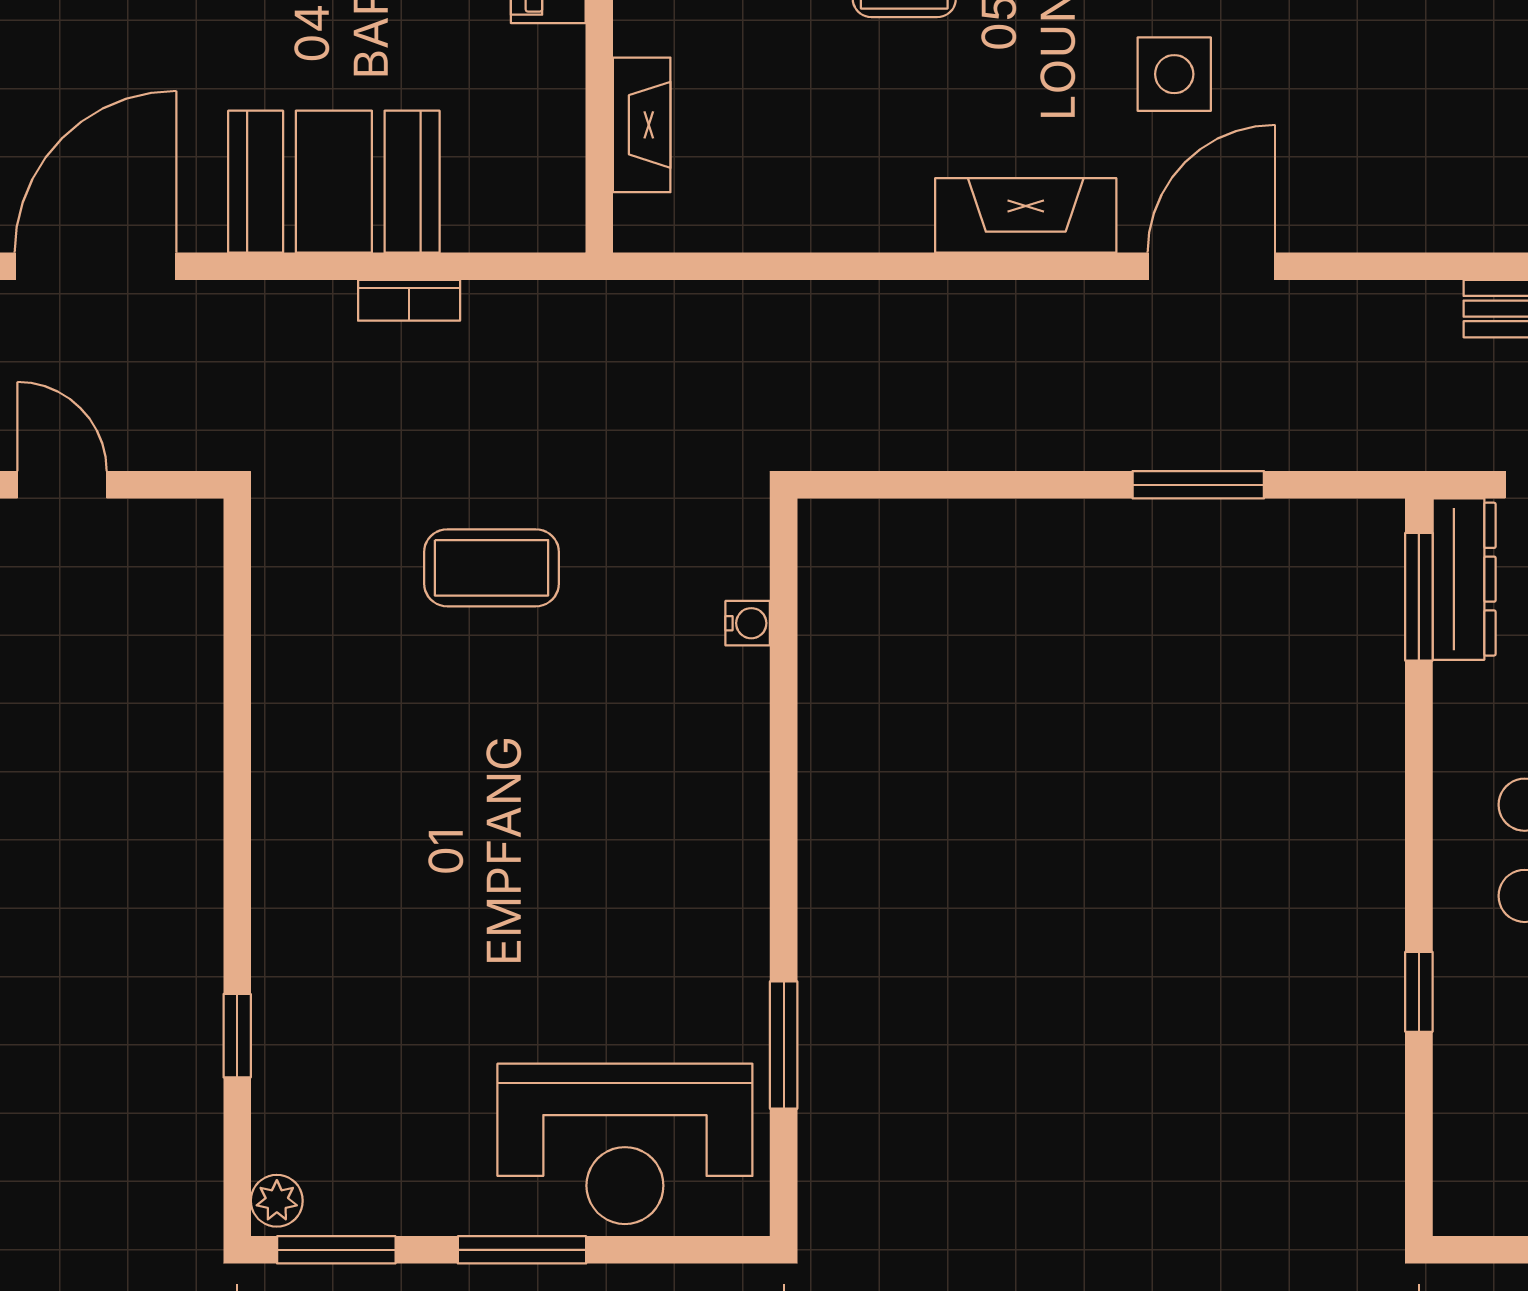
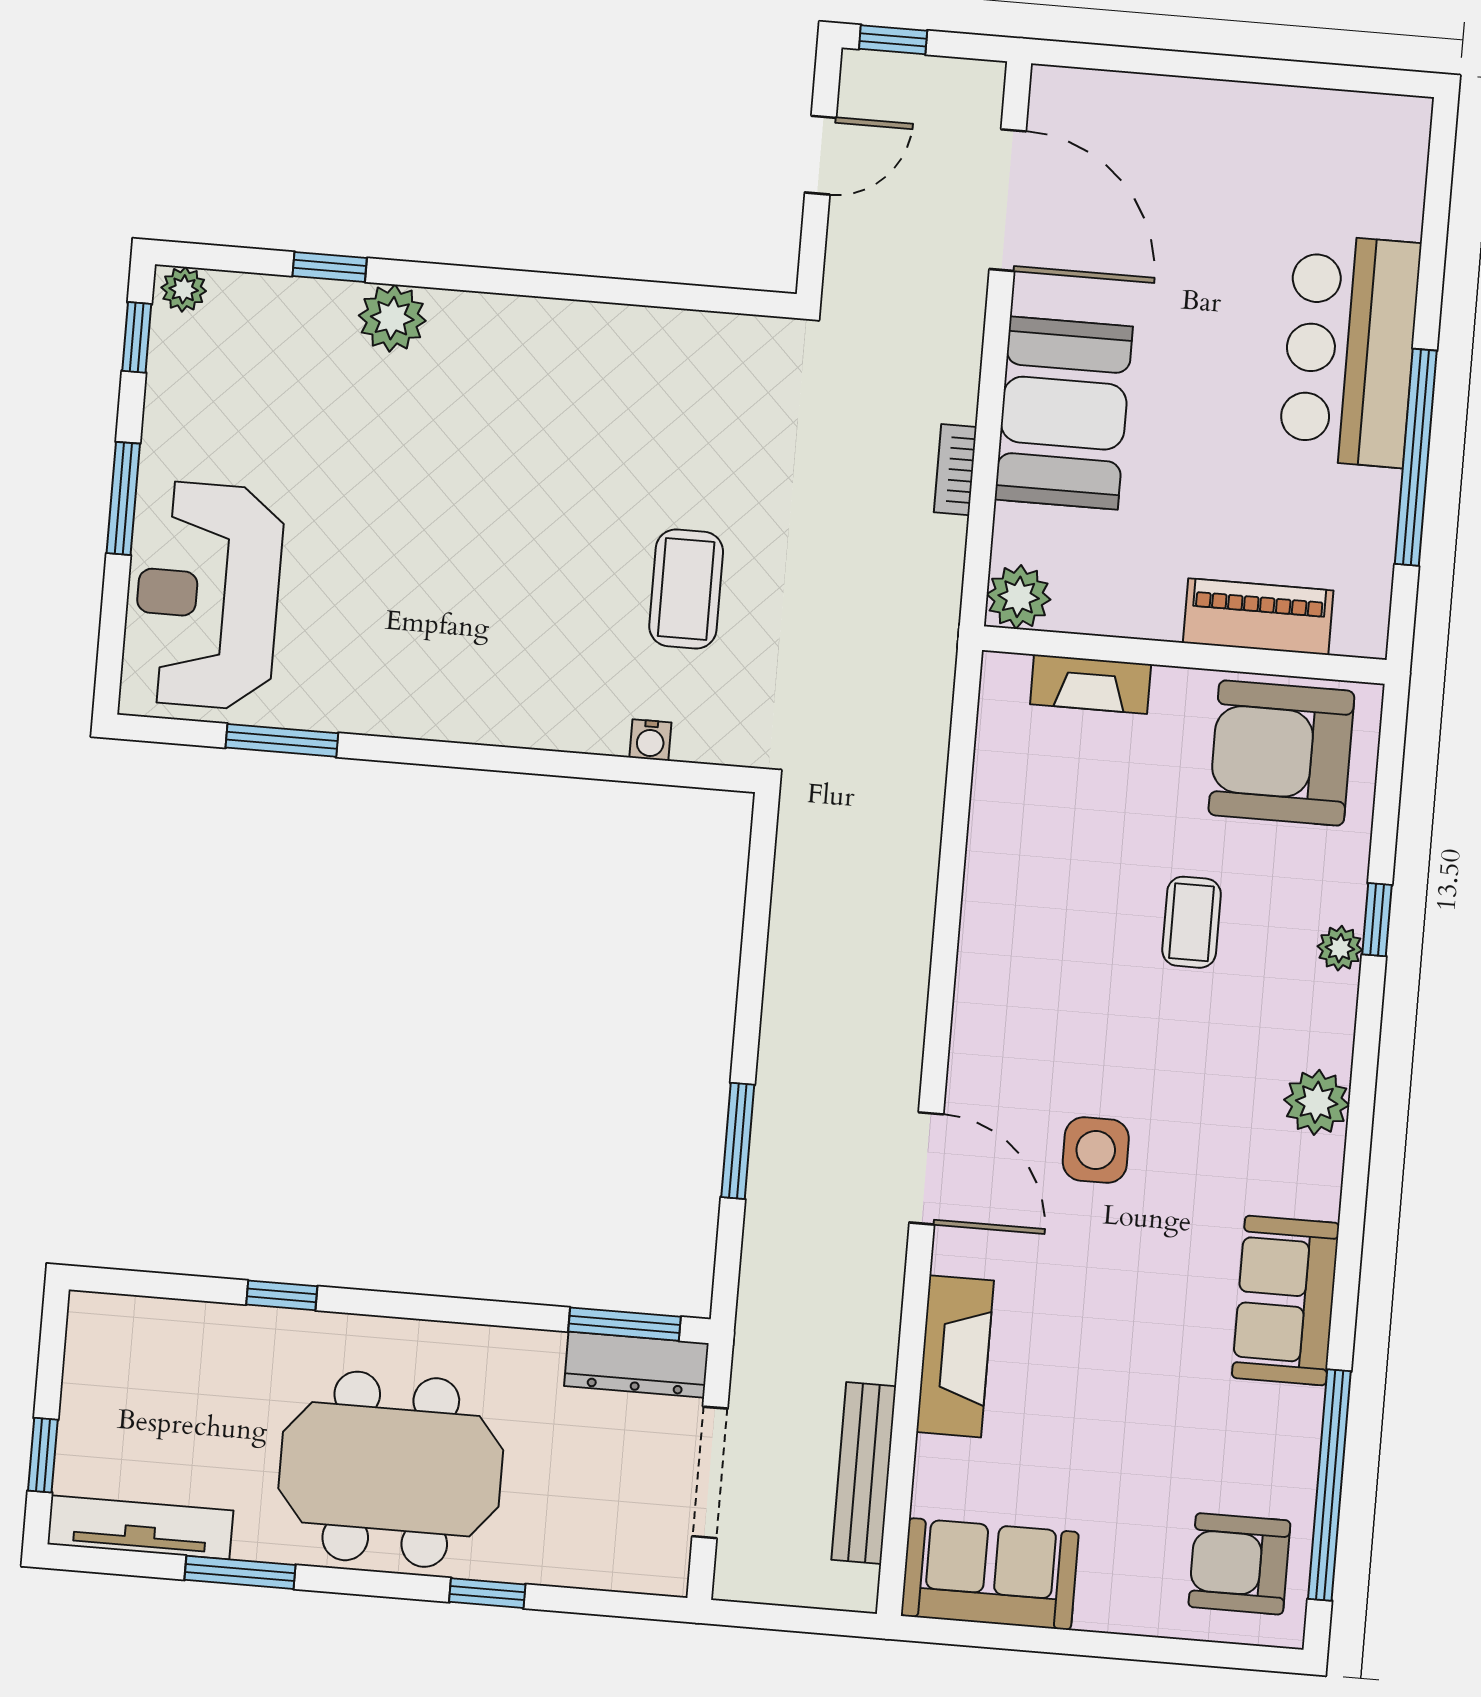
fireplace: (1026, 215) -> (955, 1356), moved
plant: (549, 216) -> (1019, 597), added
coffee table: (492, 568) -> (686, 589), moved
plant: (290, 959) -> (392, 318), added
window: (336, 1250) -> (137, 337), width x0.67

